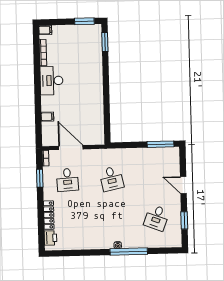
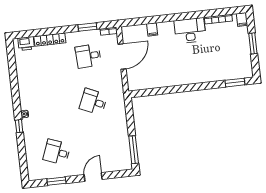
window: (84, 21) -> (253, 43), moved
desk: (112, 179) -> (93, 102), turned 36
window: (129, 252) -> (19, 126), width x0.32

